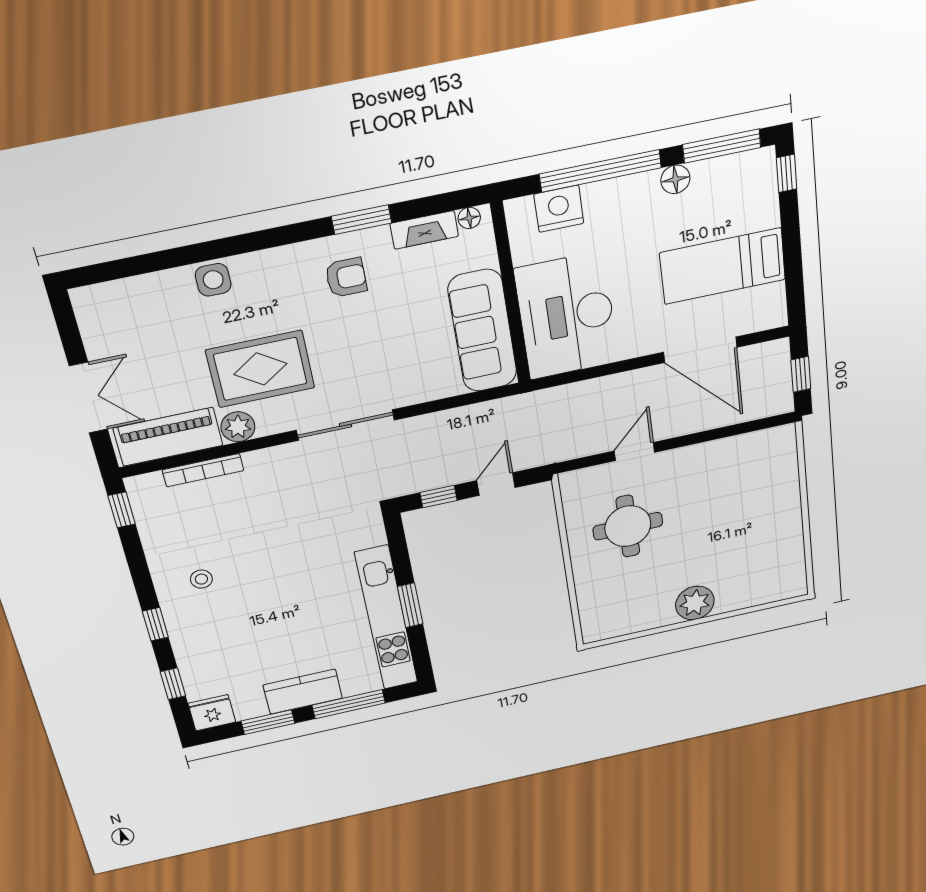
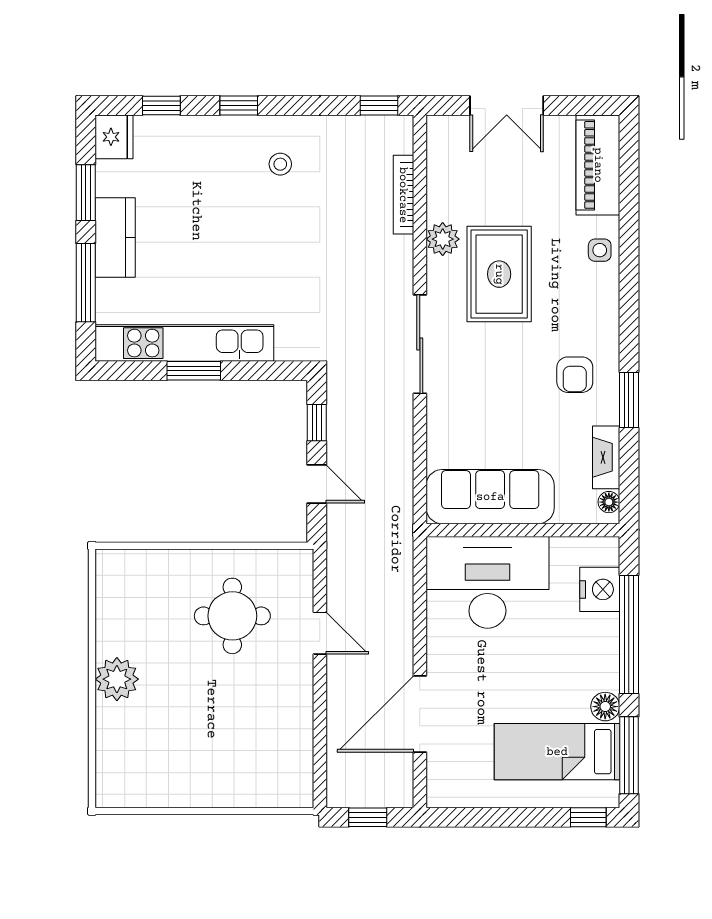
bed: (723, 266) -> (557, 752), moved, turned -90
side table: (213, 280) -> (600, 250), width x0.73, depth x0.73
piano: (168, 437) -> (598, 165), moved, turned 180

